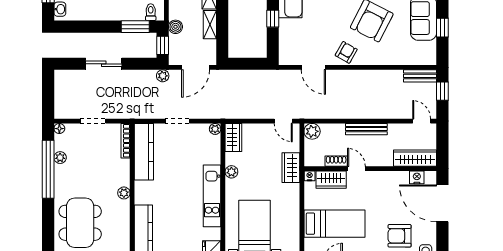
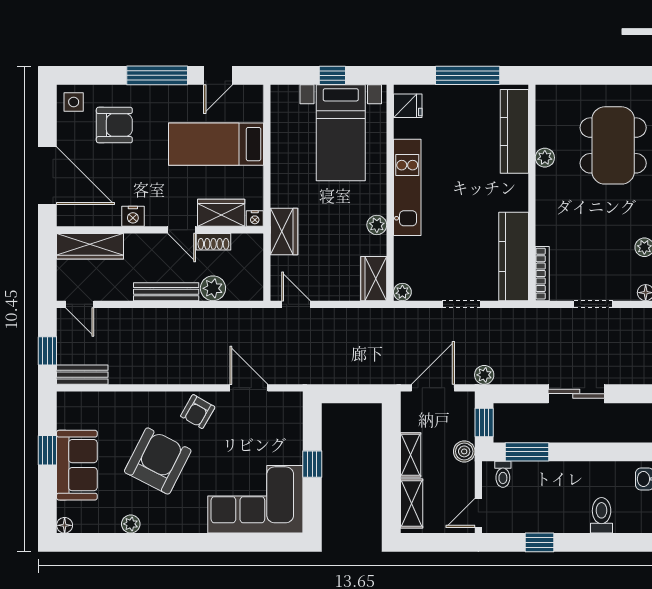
plant: (312, 131) -> (213, 288), moved
nightstand: (417, 177) -> (133, 216), moved
plant: (124, 193) -> (545, 158), moved

